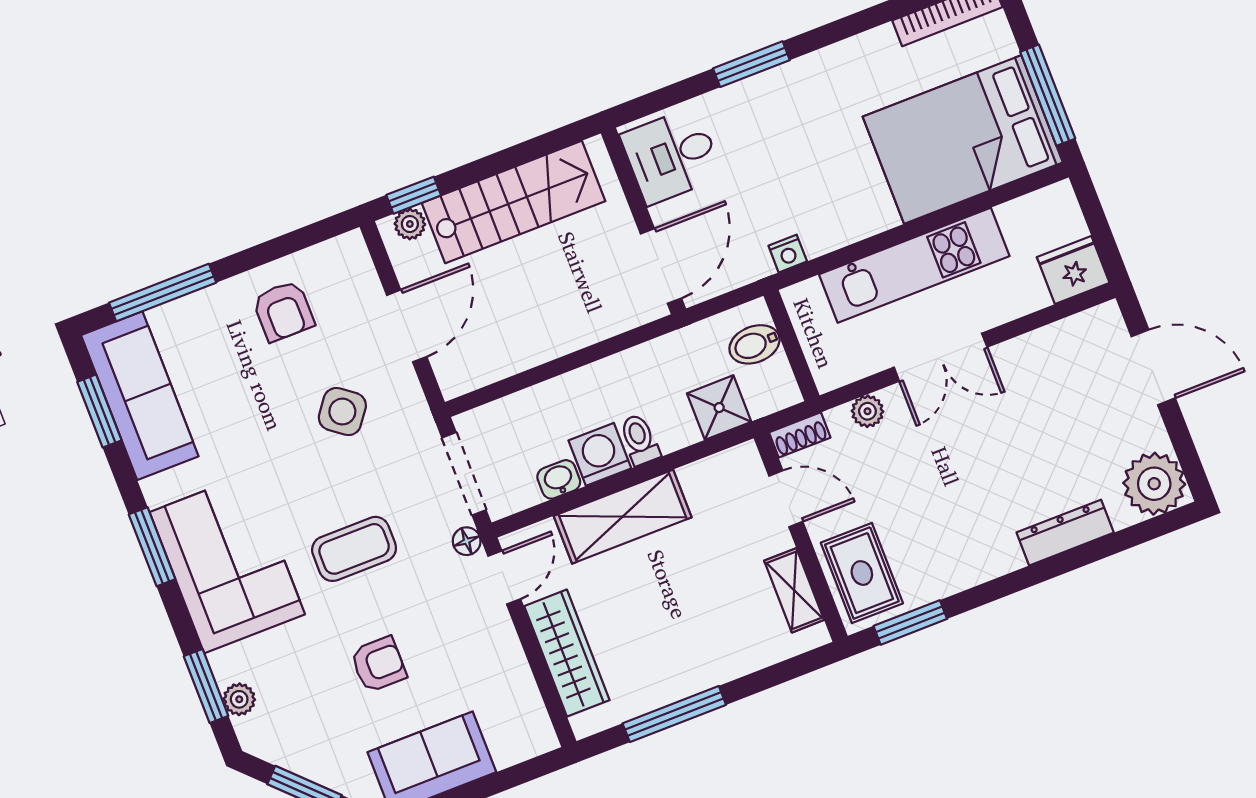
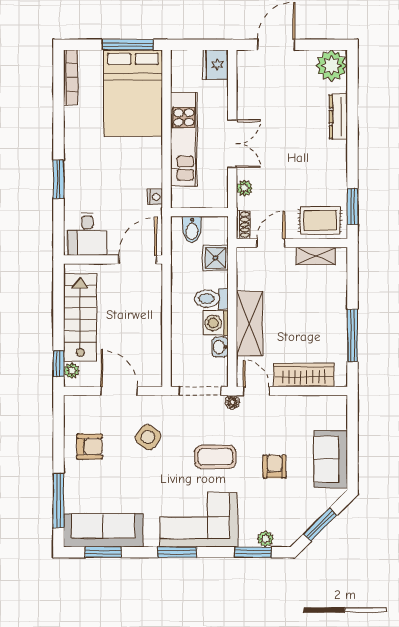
door: (661, 266) -> (138, 259), hinge flipped
toilet: (640, 440) -> (211, 299), width x1.37, depth x1.39
coffee table: (354, 549) -> (215, 457), turned 90

